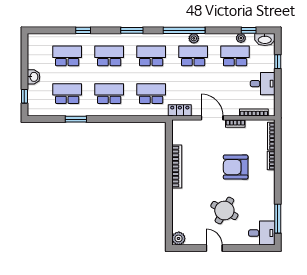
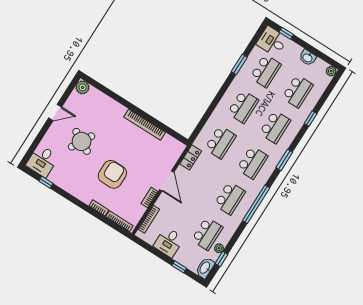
plant: (194, 38) -> (331, 71), moved
washbasin: (34, 77) -> (308, 58), moved
desk: (39, 104) -> (272, 41), added
door: (212, 118) -> (167, 181), hinge flipped
window: (278, 219) -> (46, 182), width x0.46

